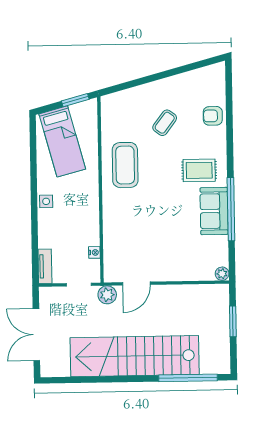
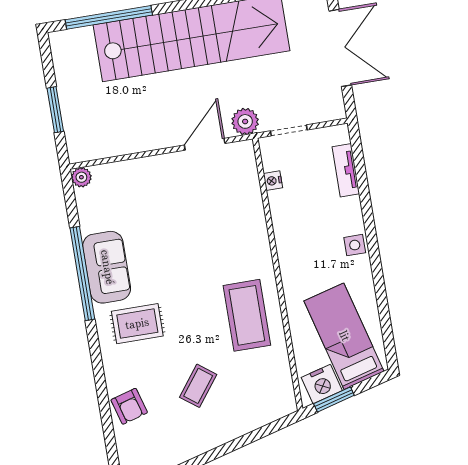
nightstand: (82, 112) -> (322, 384), added
armchair: (213, 116) -> (129, 406), turned 74
tv unit: (45, 266) -> (346, 170), moved

